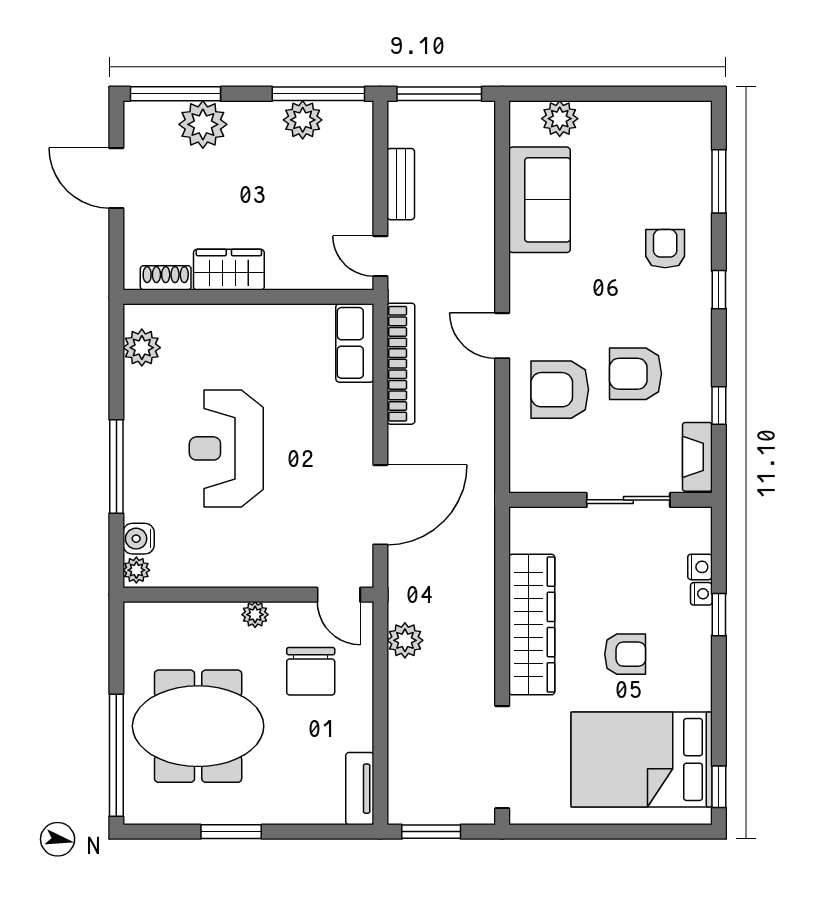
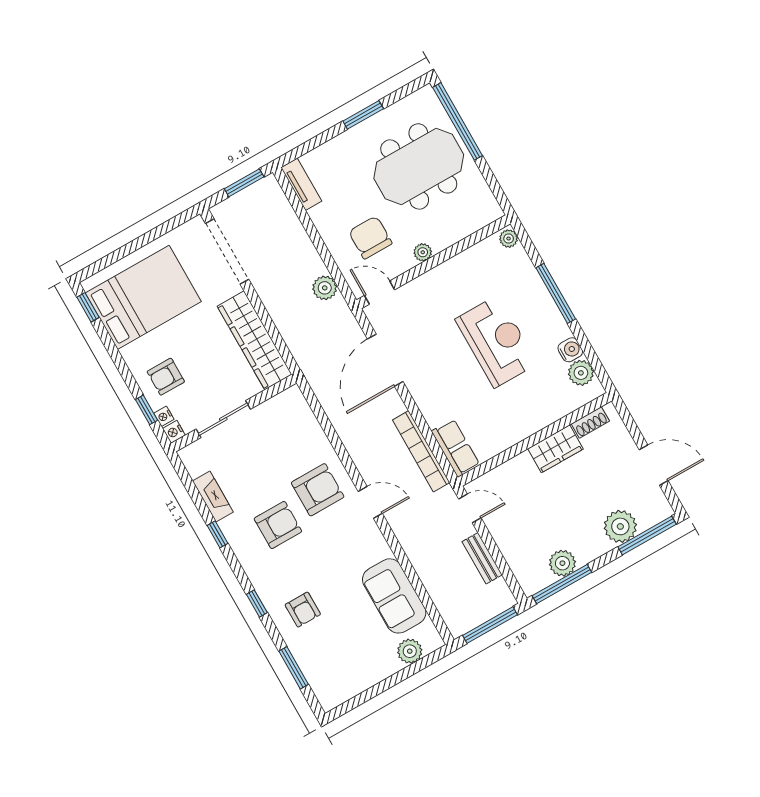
wall: (611, 500) -> (234, 413), moved
sliding door: (628, 500) -> (223, 419), moved
water cooler: (139, 539) -> (570, 350), moved
armchair: (625, 654) -> (166, 377), moved

